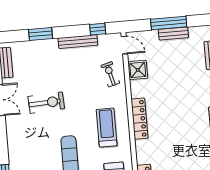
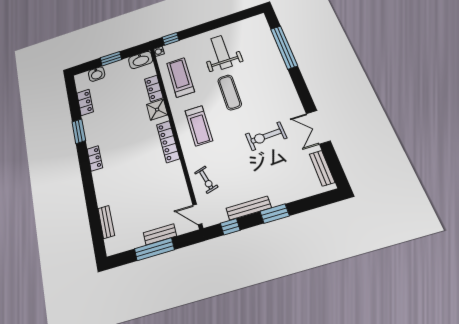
window: (40, 34) -> (275, 214), moved
bench: (173, 34) -> (160, 234), moved
shower: (138, 70) -> (157, 110), moved

